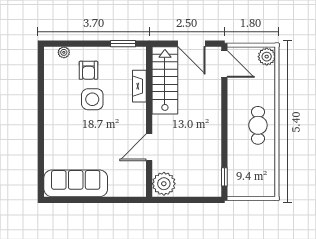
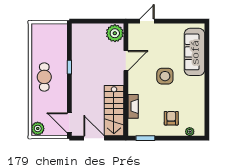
side table: (92, 99) -> (165, 76), moved
window: (224, 177) -> (69, 67), moved
sofa: (76, 183) -> (195, 52), moved, turned 90
door: (121, 200) -> (147, 21), added

